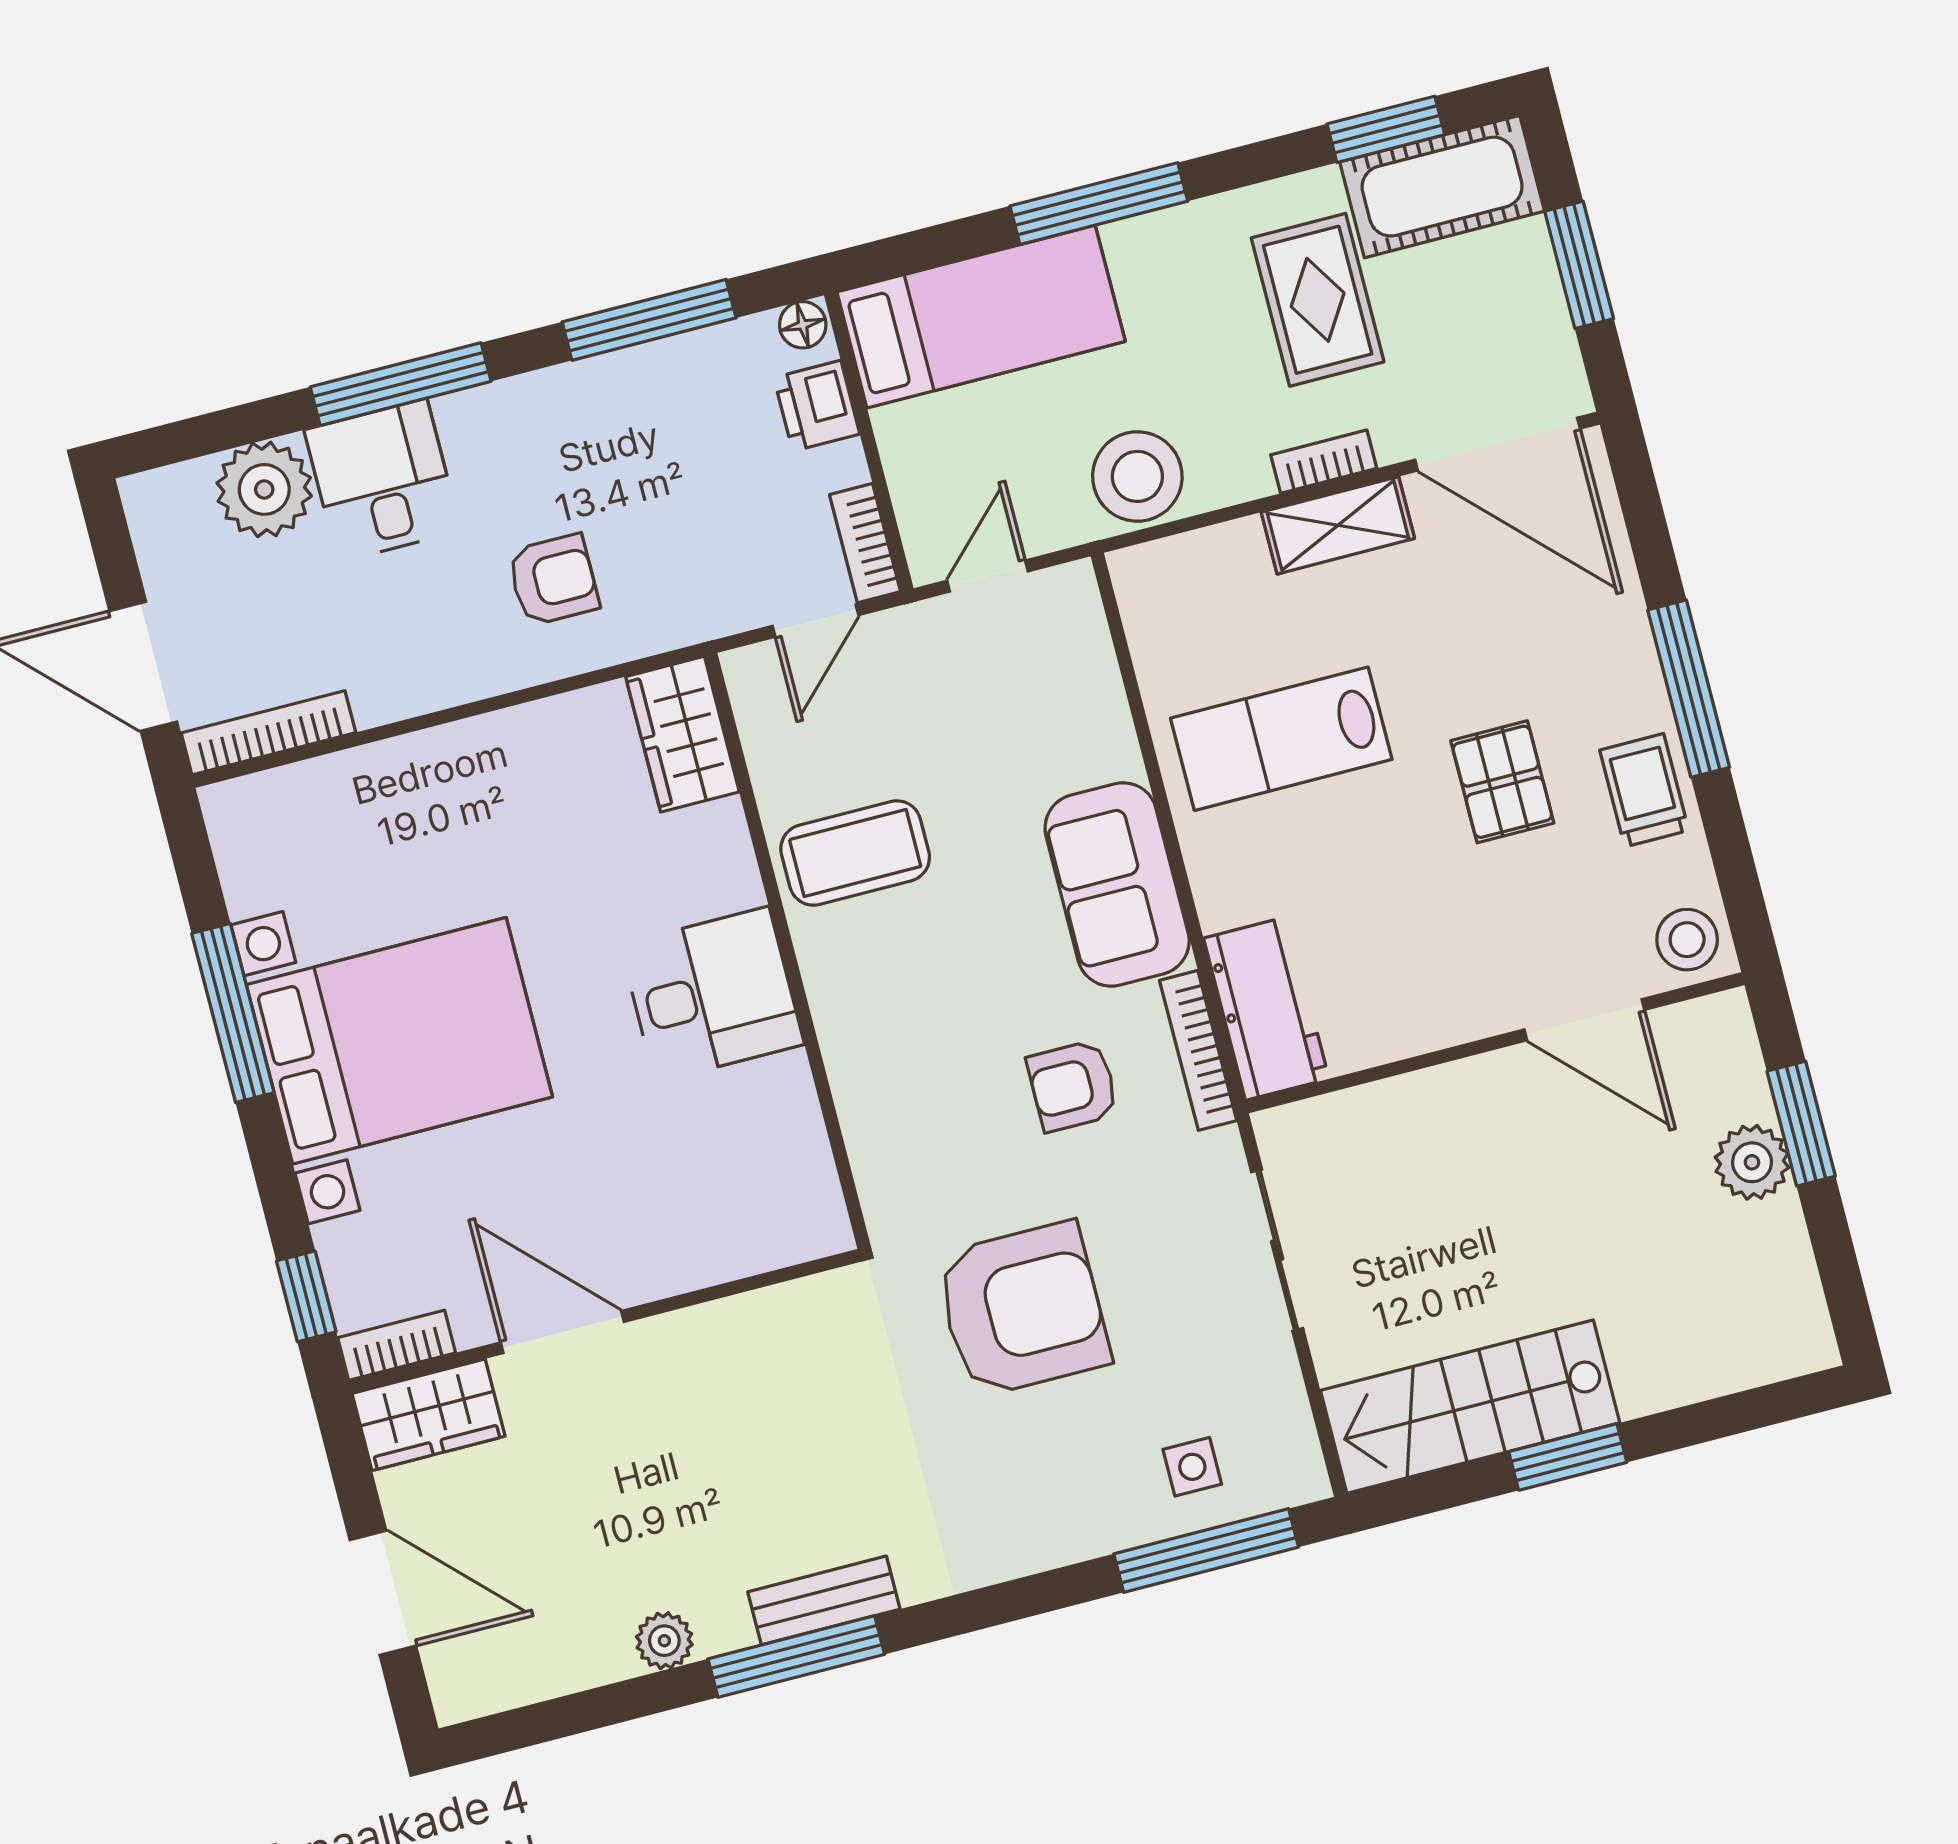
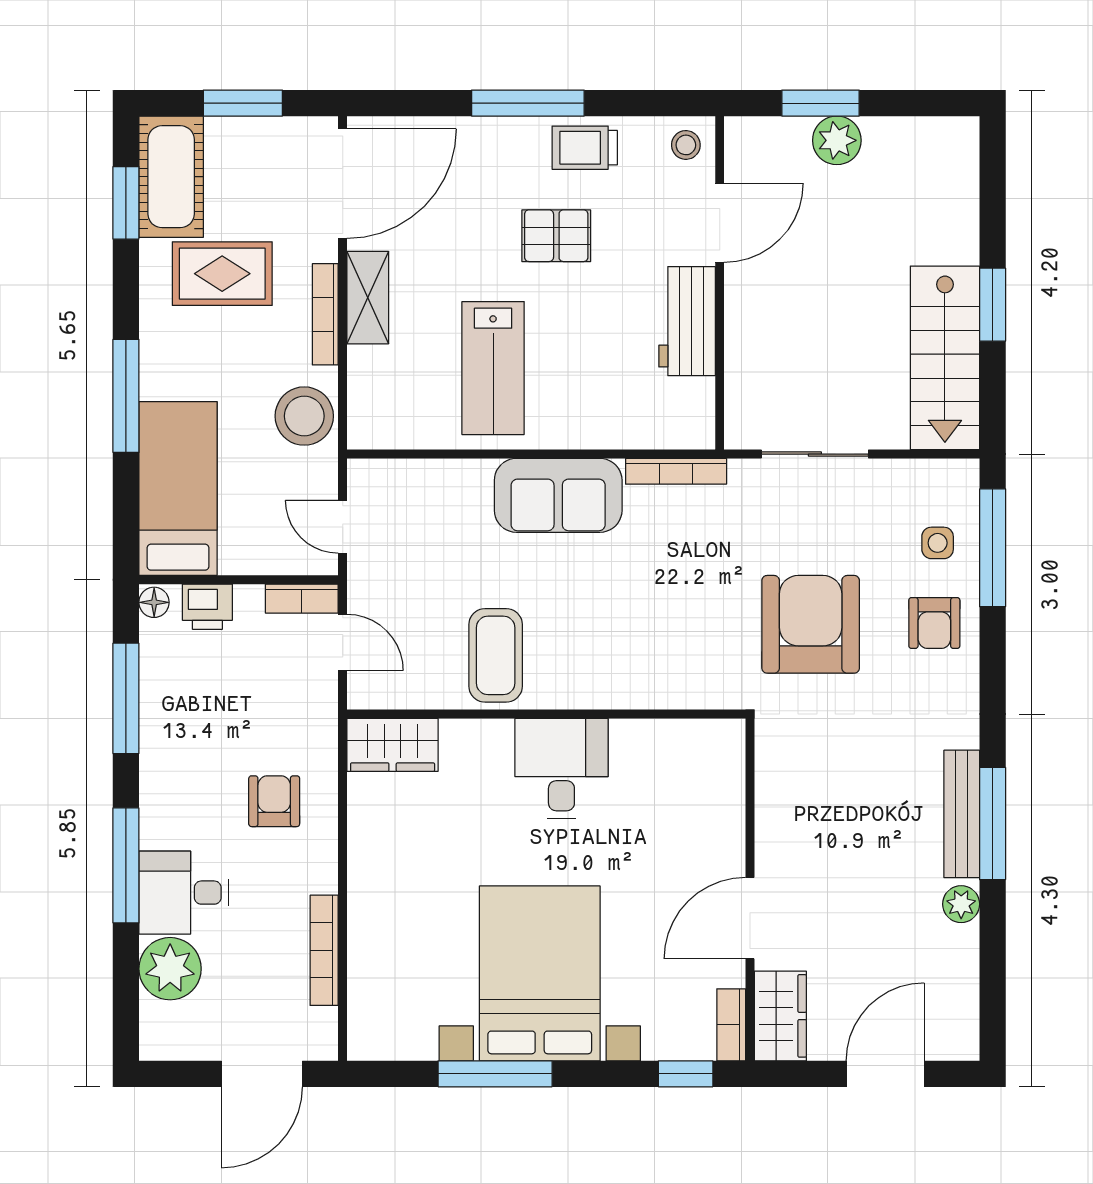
bookcase: (1324, 462) -> (325, 314), width x1.56
bookcase: (268, 733) -> (324, 950), moved
stool: (1687, 940) -> (686, 145), width x0.73, depth x0.73
workbench: (1266, 1008) -> (687, 321), moved, turned -90
armchair: (1073, 1086) -> (934, 623), moved
bench: (824, 1600) -> (962, 814), width x1.36

